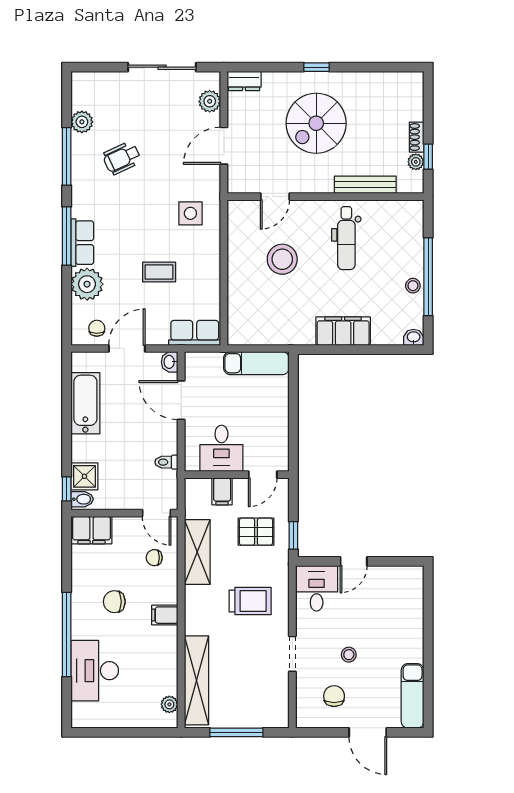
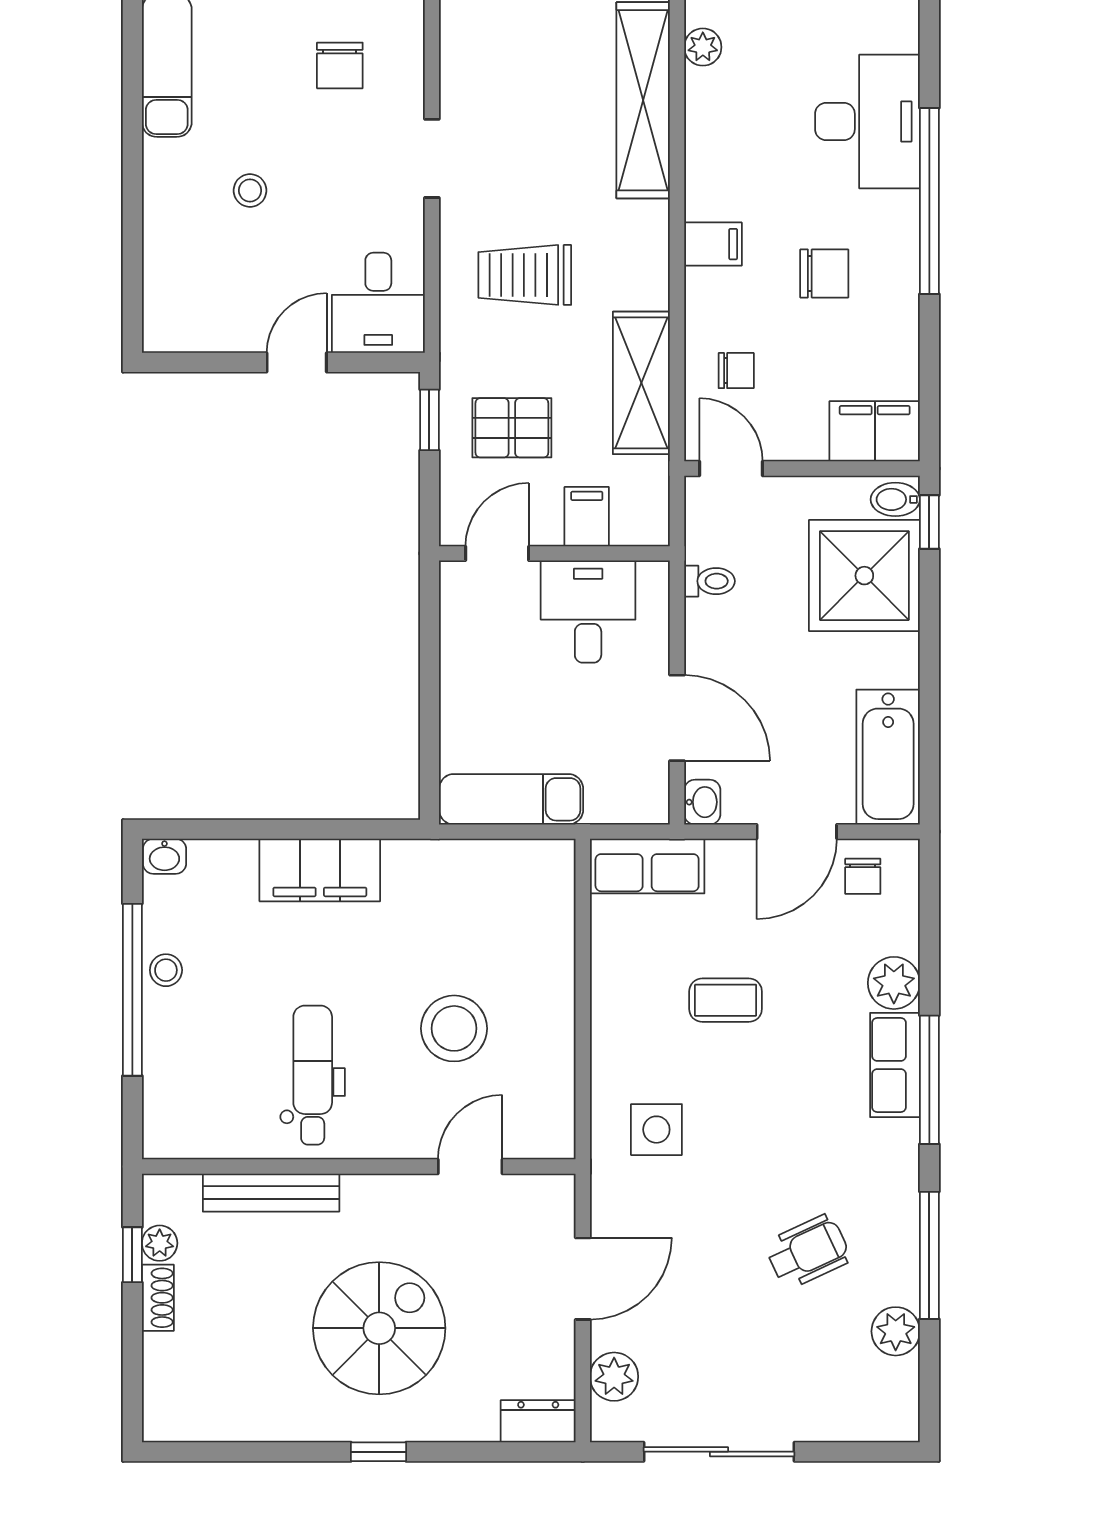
plant: (87, 284) -> (894, 983), width x0.73, depth x0.73
bathtub: (85, 403) -> (888, 757), moved
shower: (84, 476) -> (864, 576), width x1.86, depth x1.86
stool: (349, 655) -> (250, 190), moved

